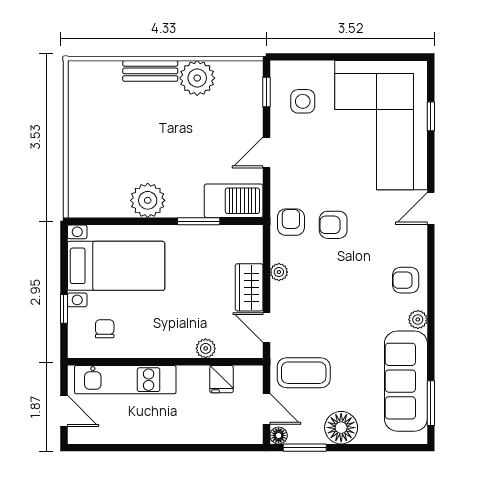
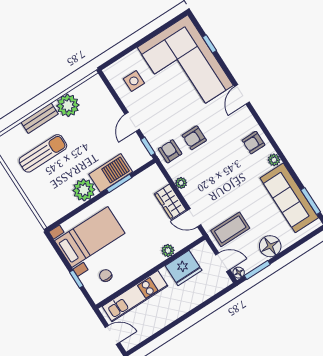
window: (266, 92) -> (148, 146), moved
sun lounger: (125, 119) -> (43, 153), added
barbecue: (234, 201) -> (111, 173), moved
fridge: (222, 379) -> (184, 268), width x1.88, depth x1.34

